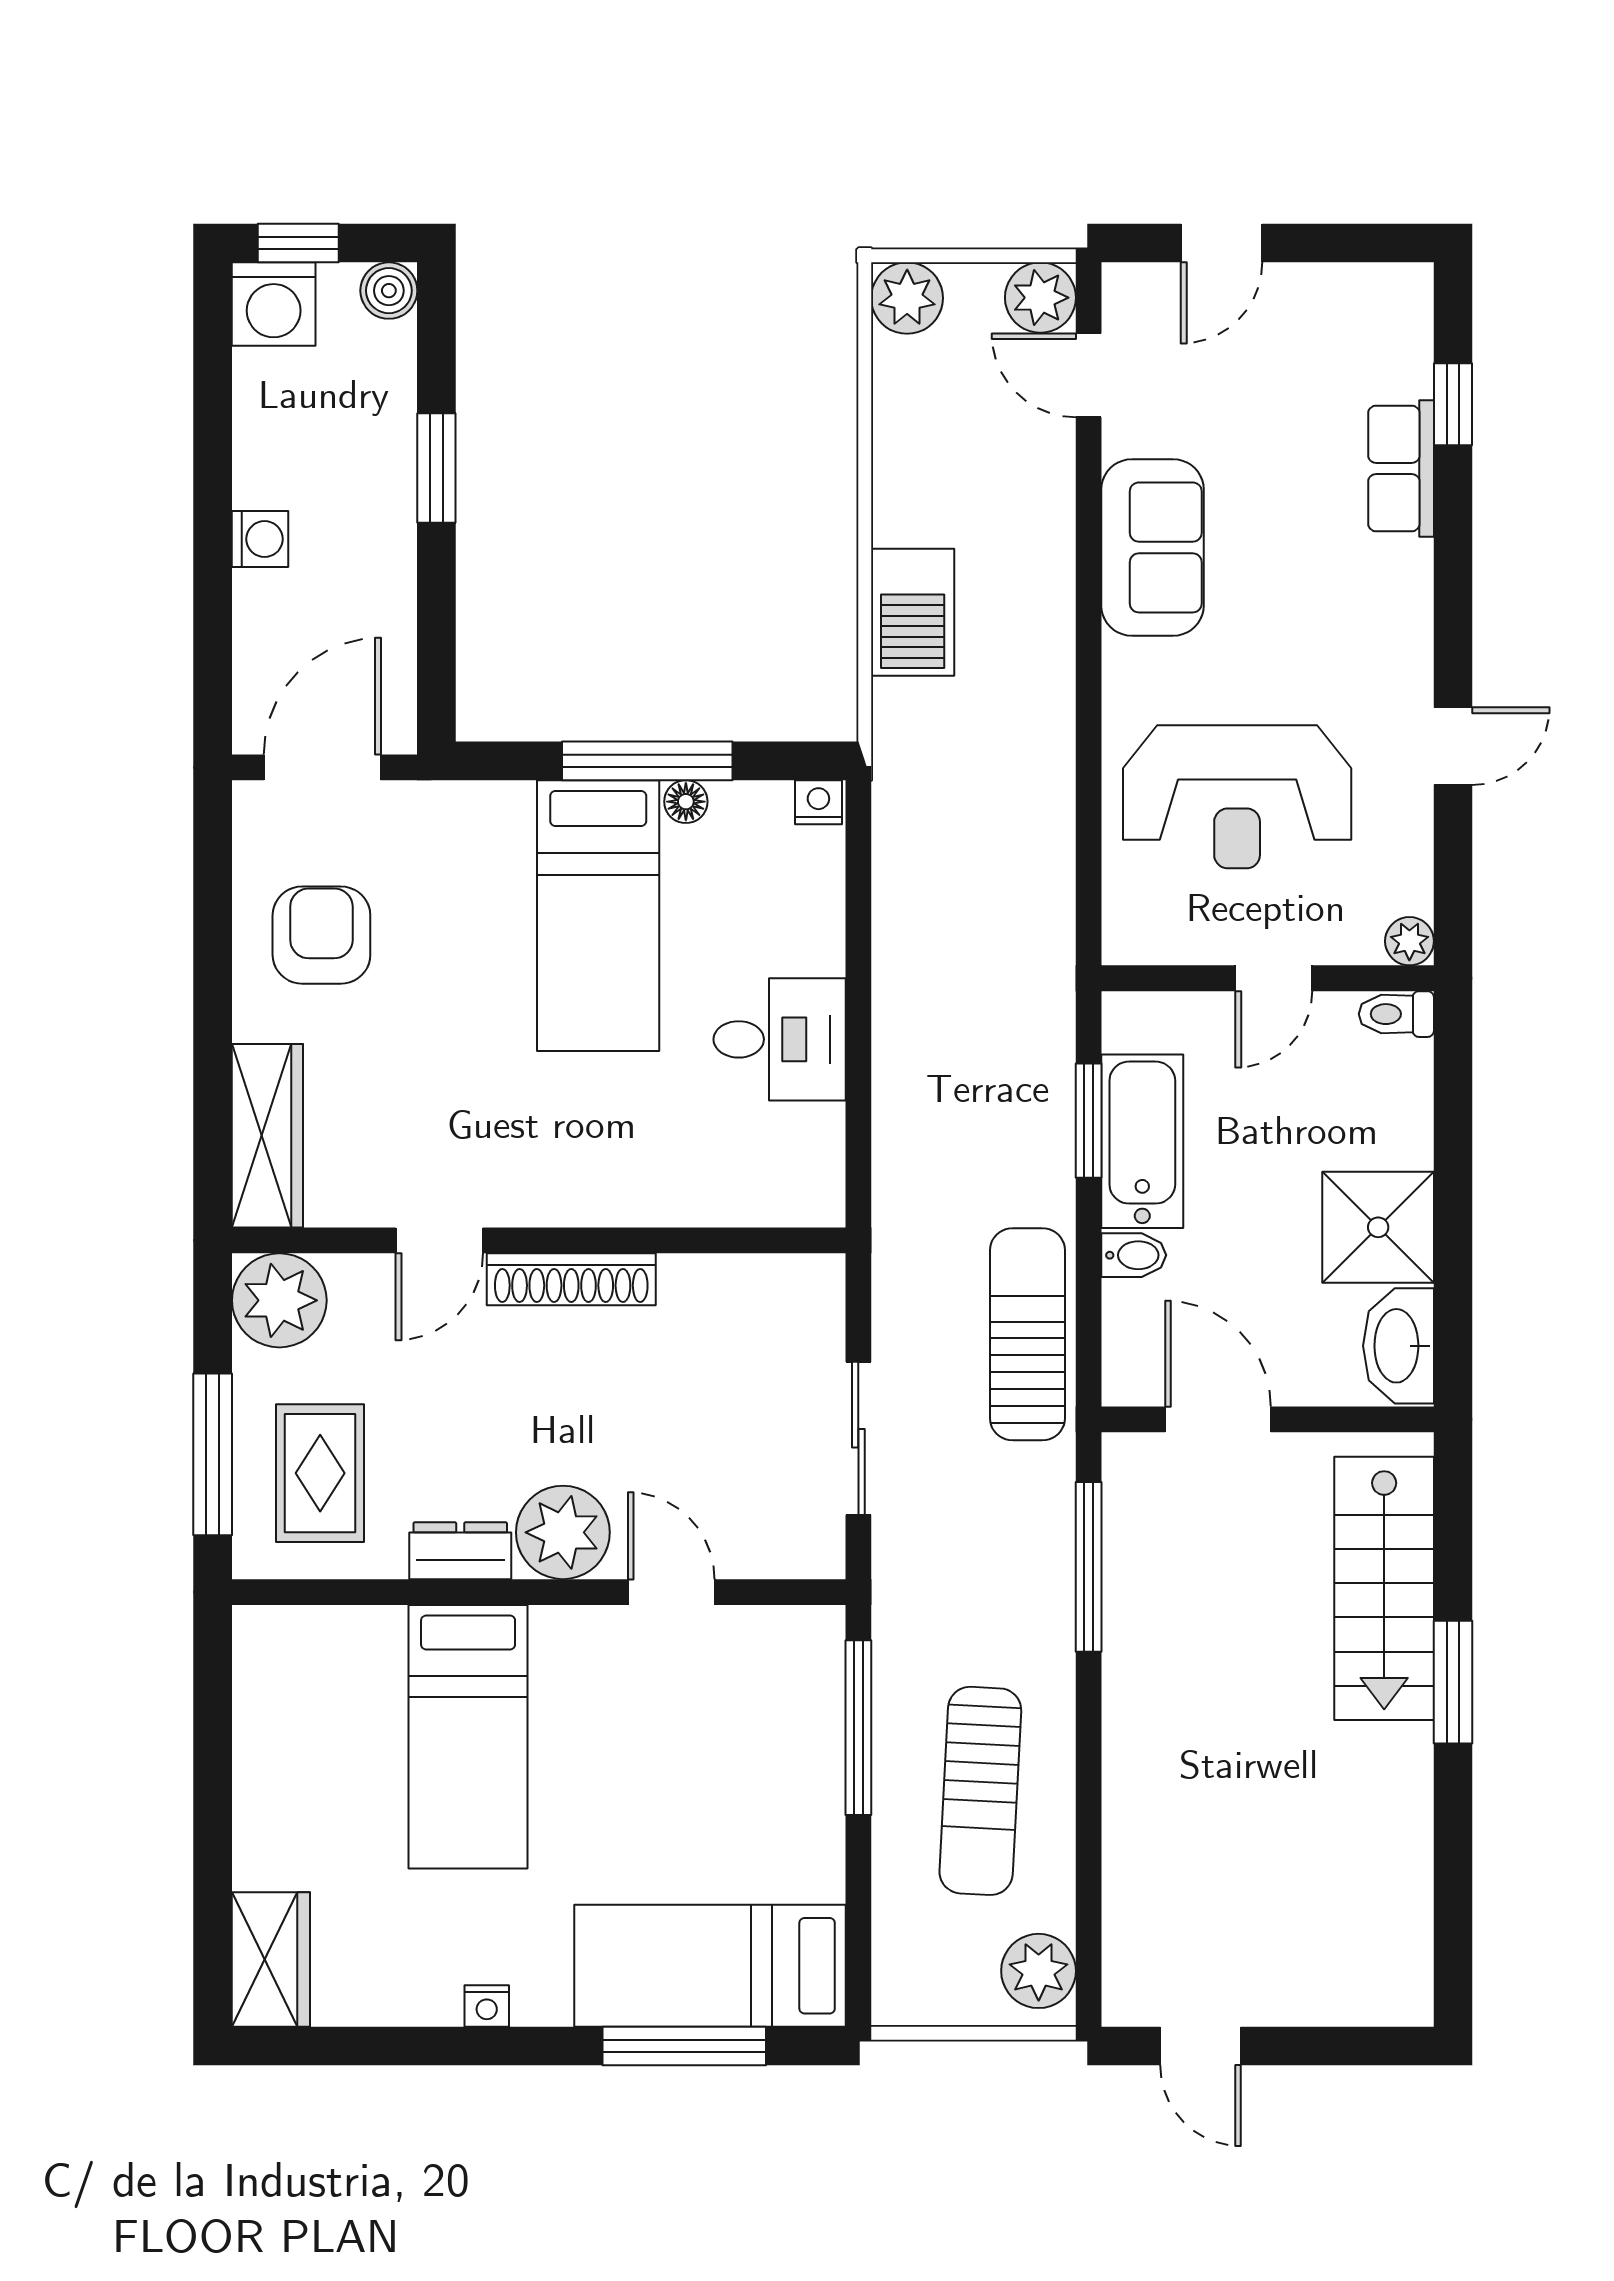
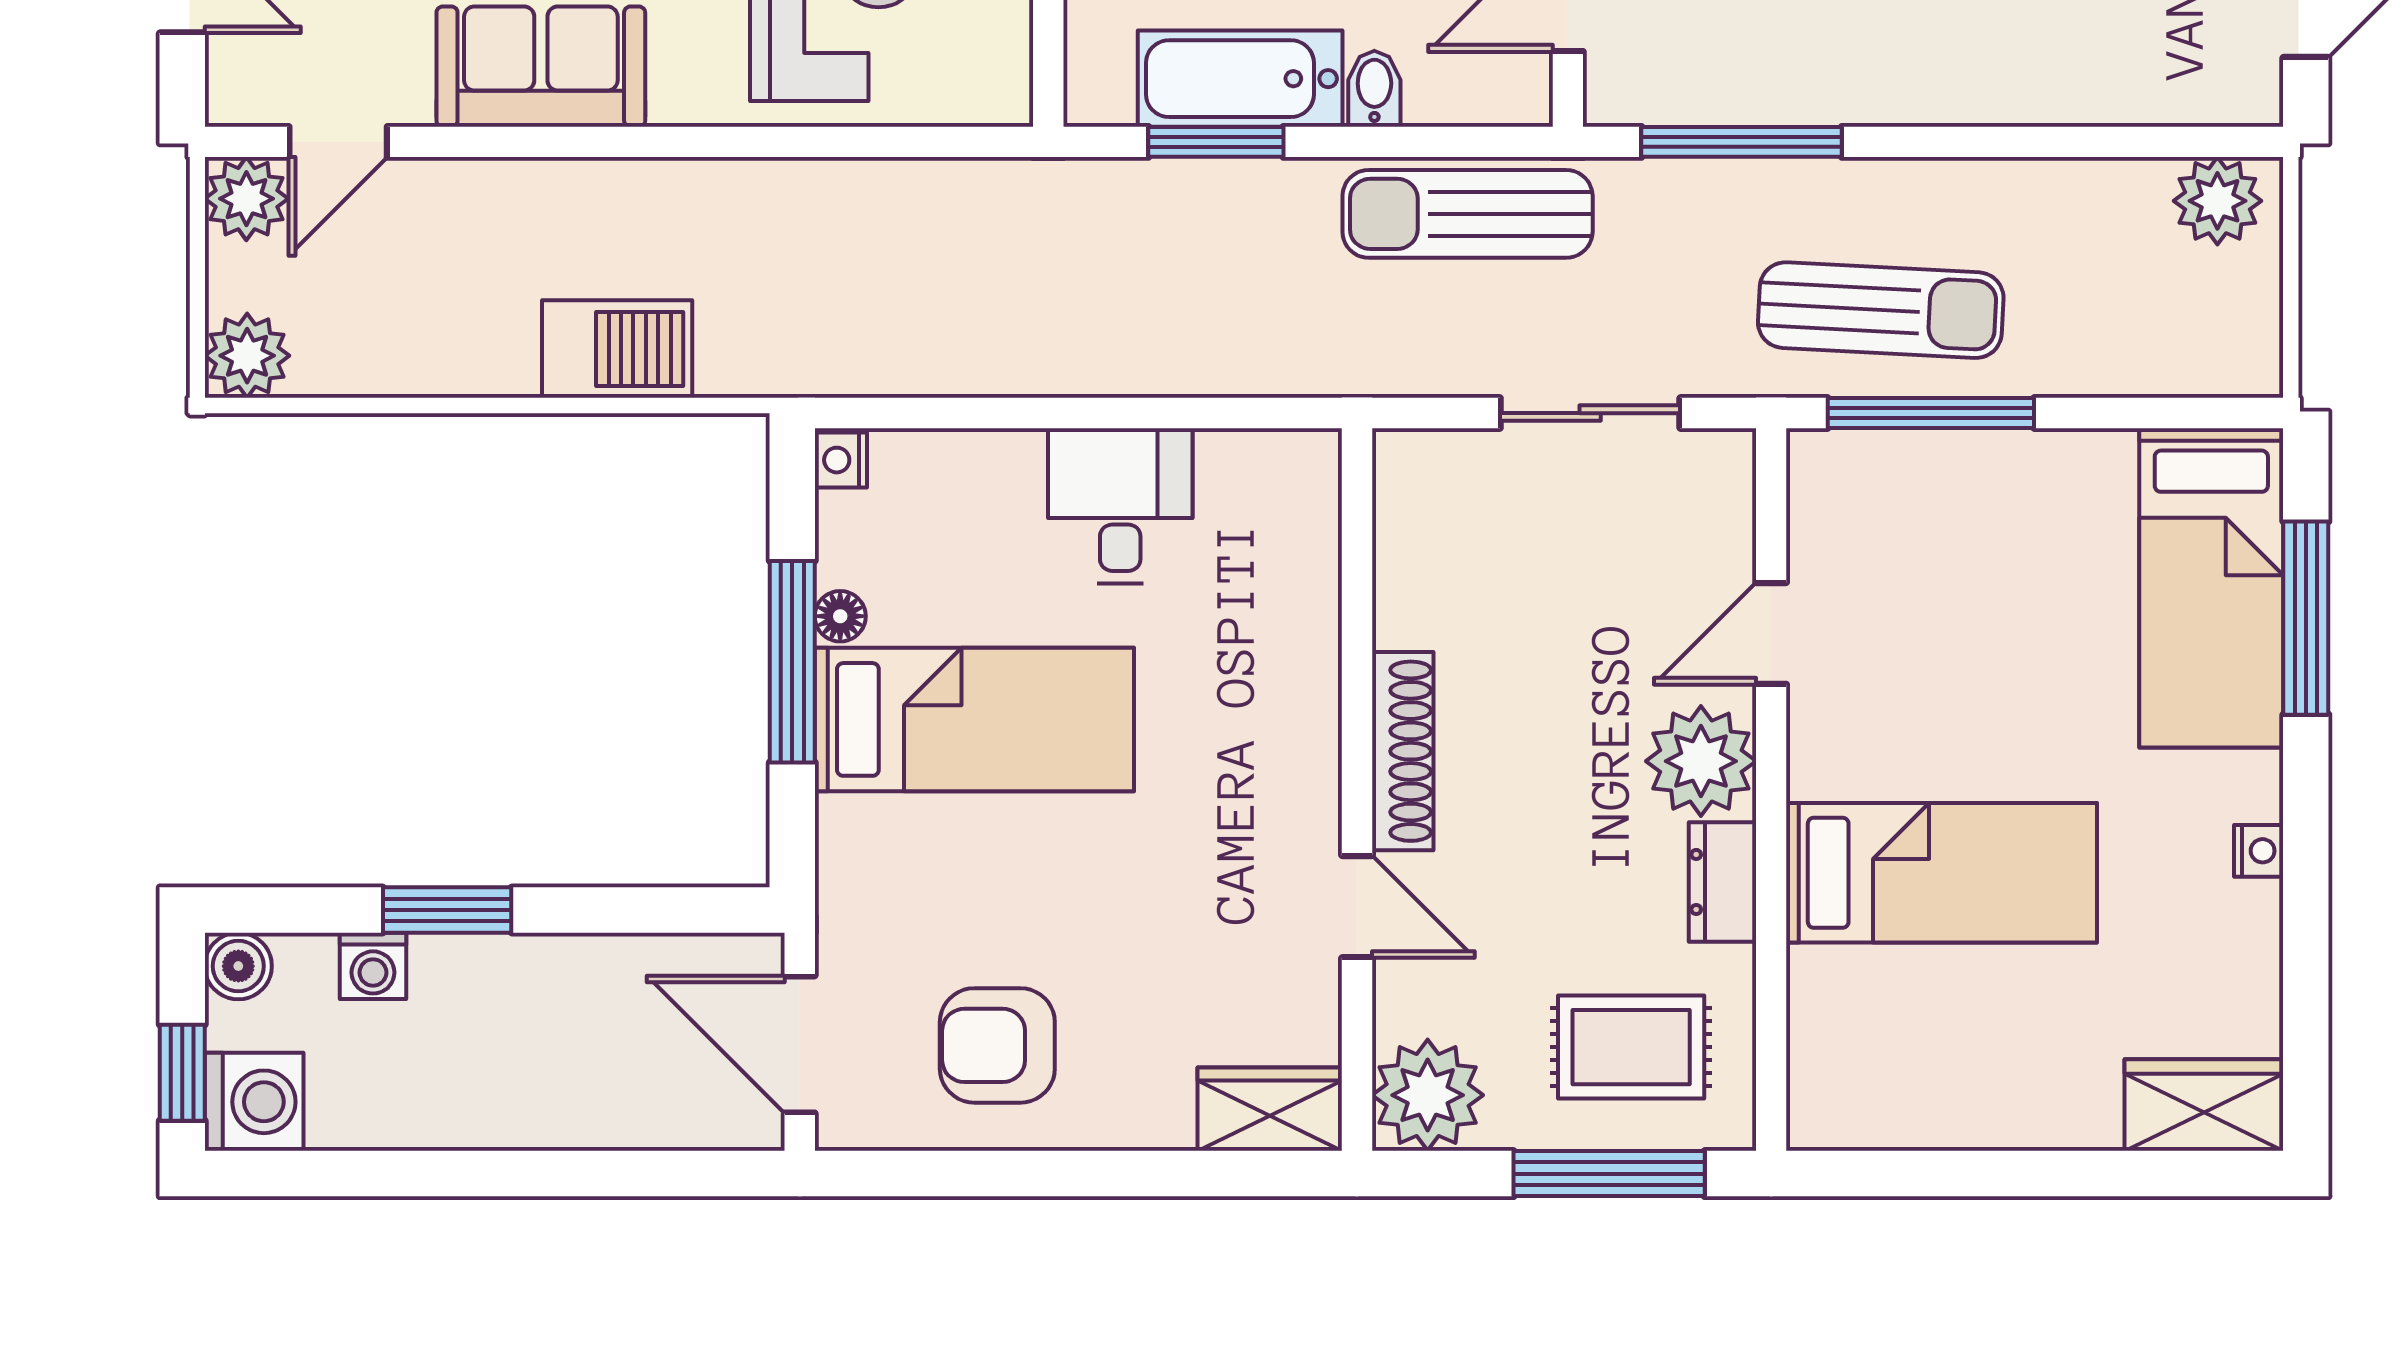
washing machine: (260, 539) -> (373, 966), moved, turned 180
wardrobe: (267, 1136) -> (1270, 1109), width x0.67
sun lounger: (980, 1791) -> (1881, 310), moved

